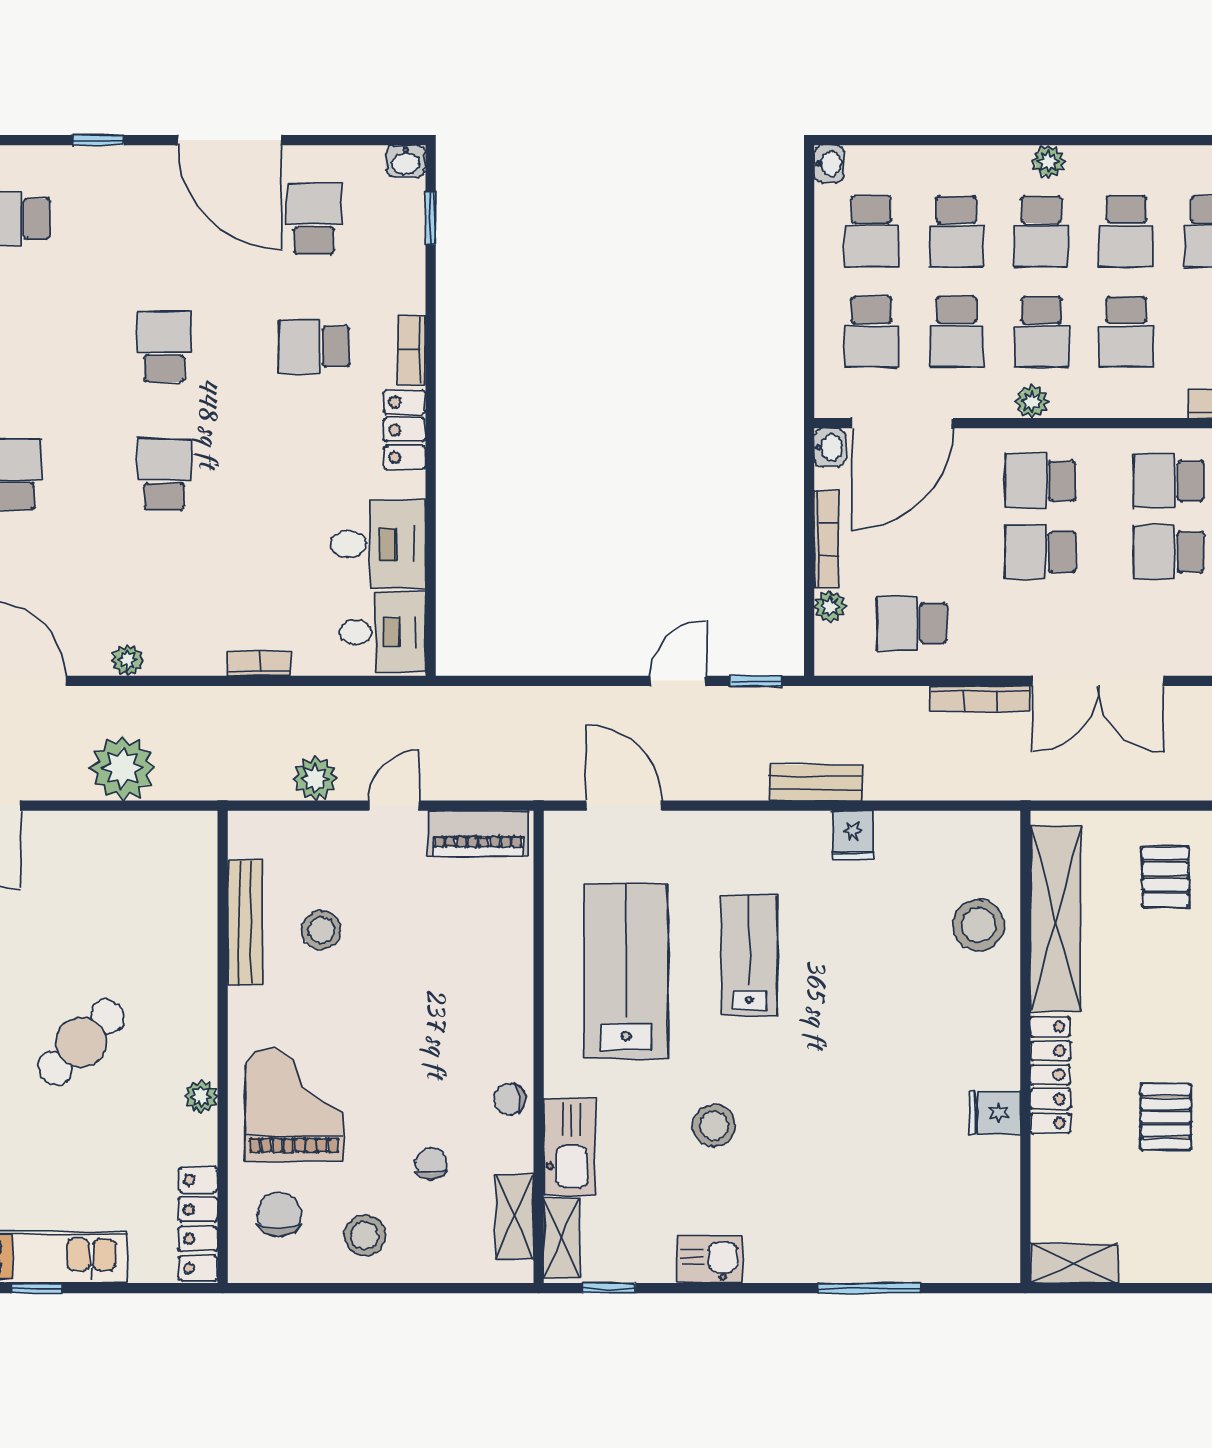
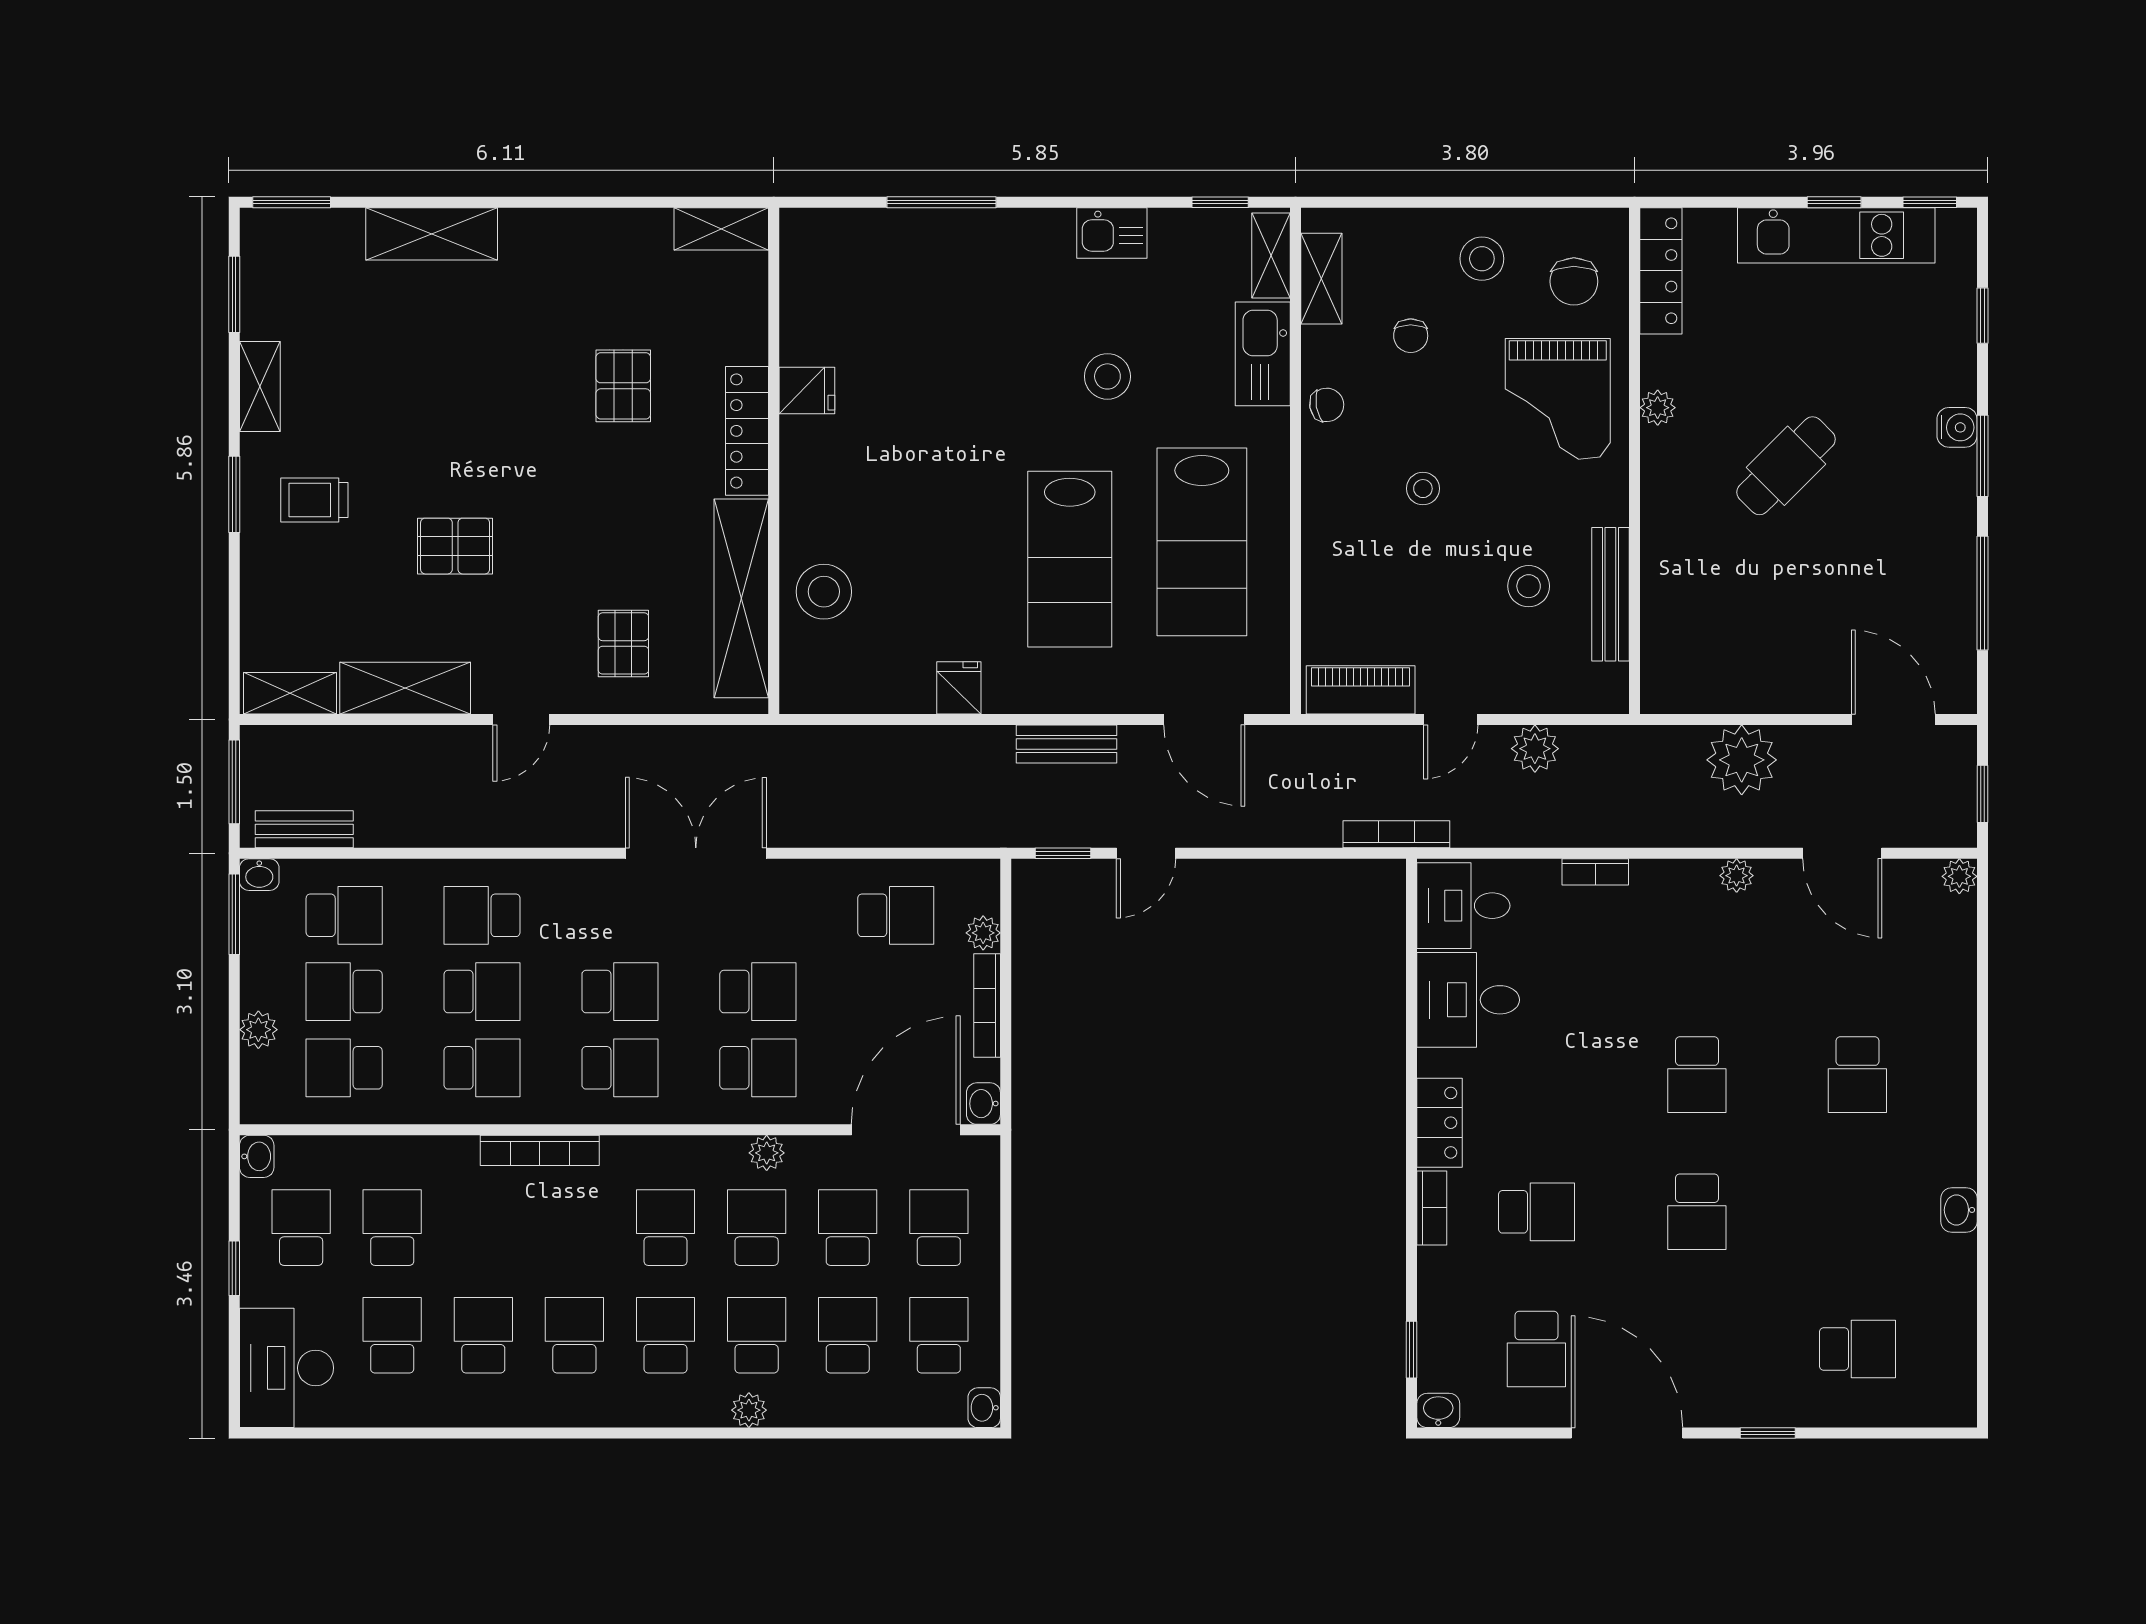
bookcase: (980, 699) -> (1396, 834), moved
bench: (816, 783) -> (1067, 744), moved
lab bench: (749, 955) -> (1070, 559), width x1.36, depth x1.39
stool: (420, 1021) -> (1423, 489), added

